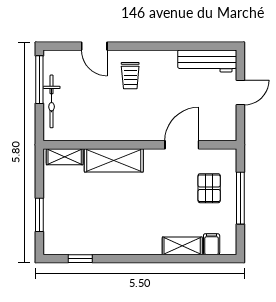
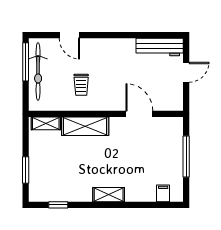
trolley: (130, 76) -> (81, 85), moved
bicycle: (52, 101) -> (38, 72), width x1.37, depth x1.40
door: (182, 145) -> (139, 114), hinge flipped
pallet: (209, 188) -> (161, 149), removed
shelving: (182, 246) -> (109, 195), moved

